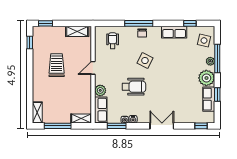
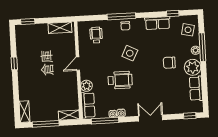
window: (30, 42) -> (14, 63), moved
trolley: (57, 65) -> (41, 63), removed
chair: (184, 72) -> (169, 63), added
window: (217, 94) -> (204, 83), removed
window: (117, 126) -> (105, 121), width x1.44

